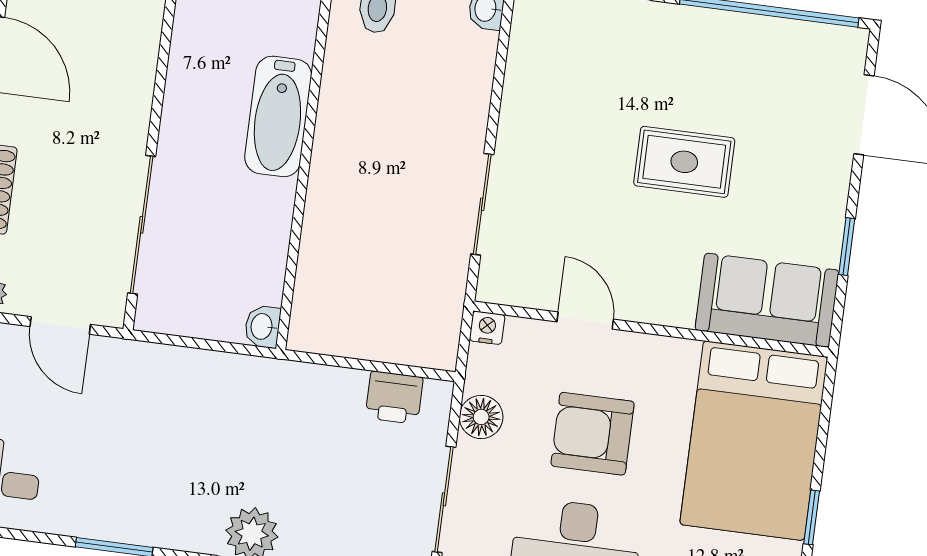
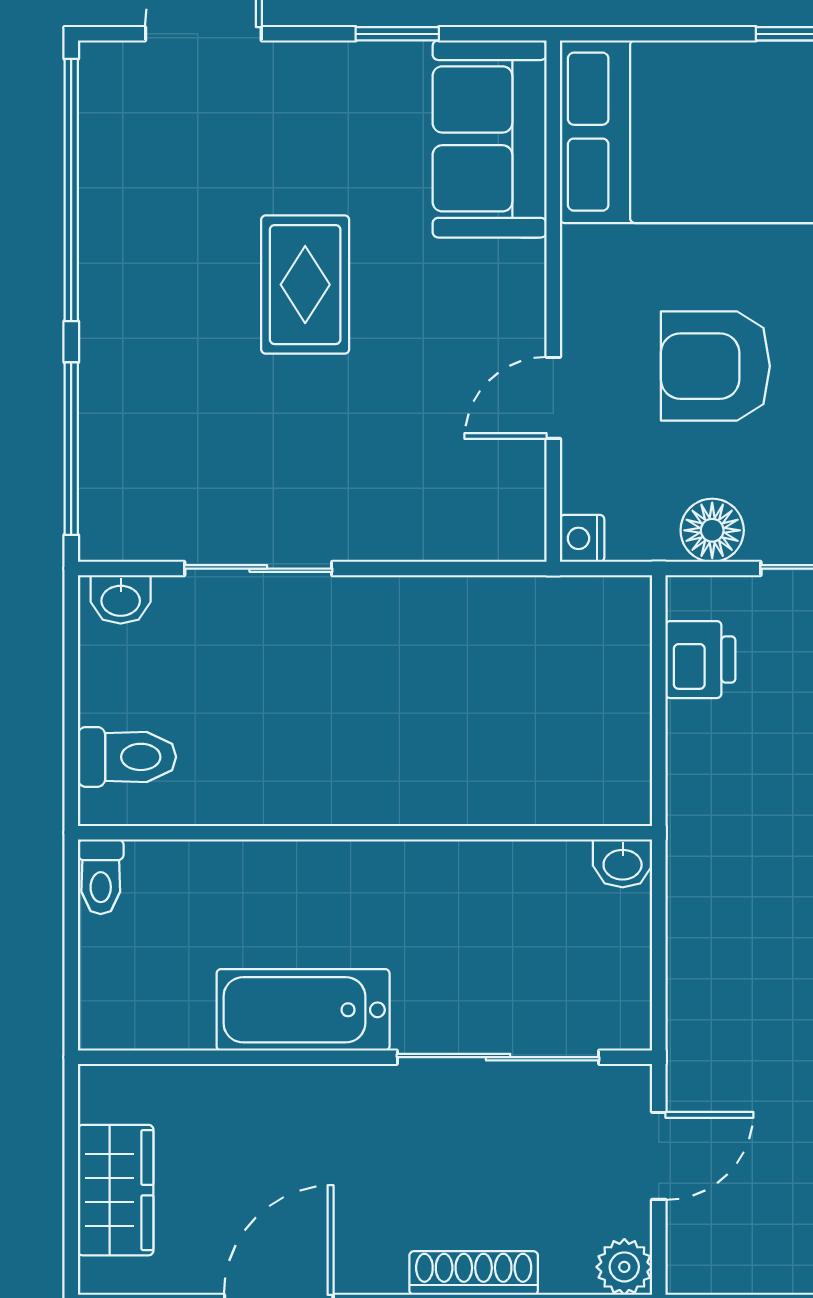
bathtub: (278, 116) -> (303, 1010), moved, turned 180
sliding door: (482, 204) -> (258, 569), moved
armchair: (593, 434) -> (715, 366), turned 90

